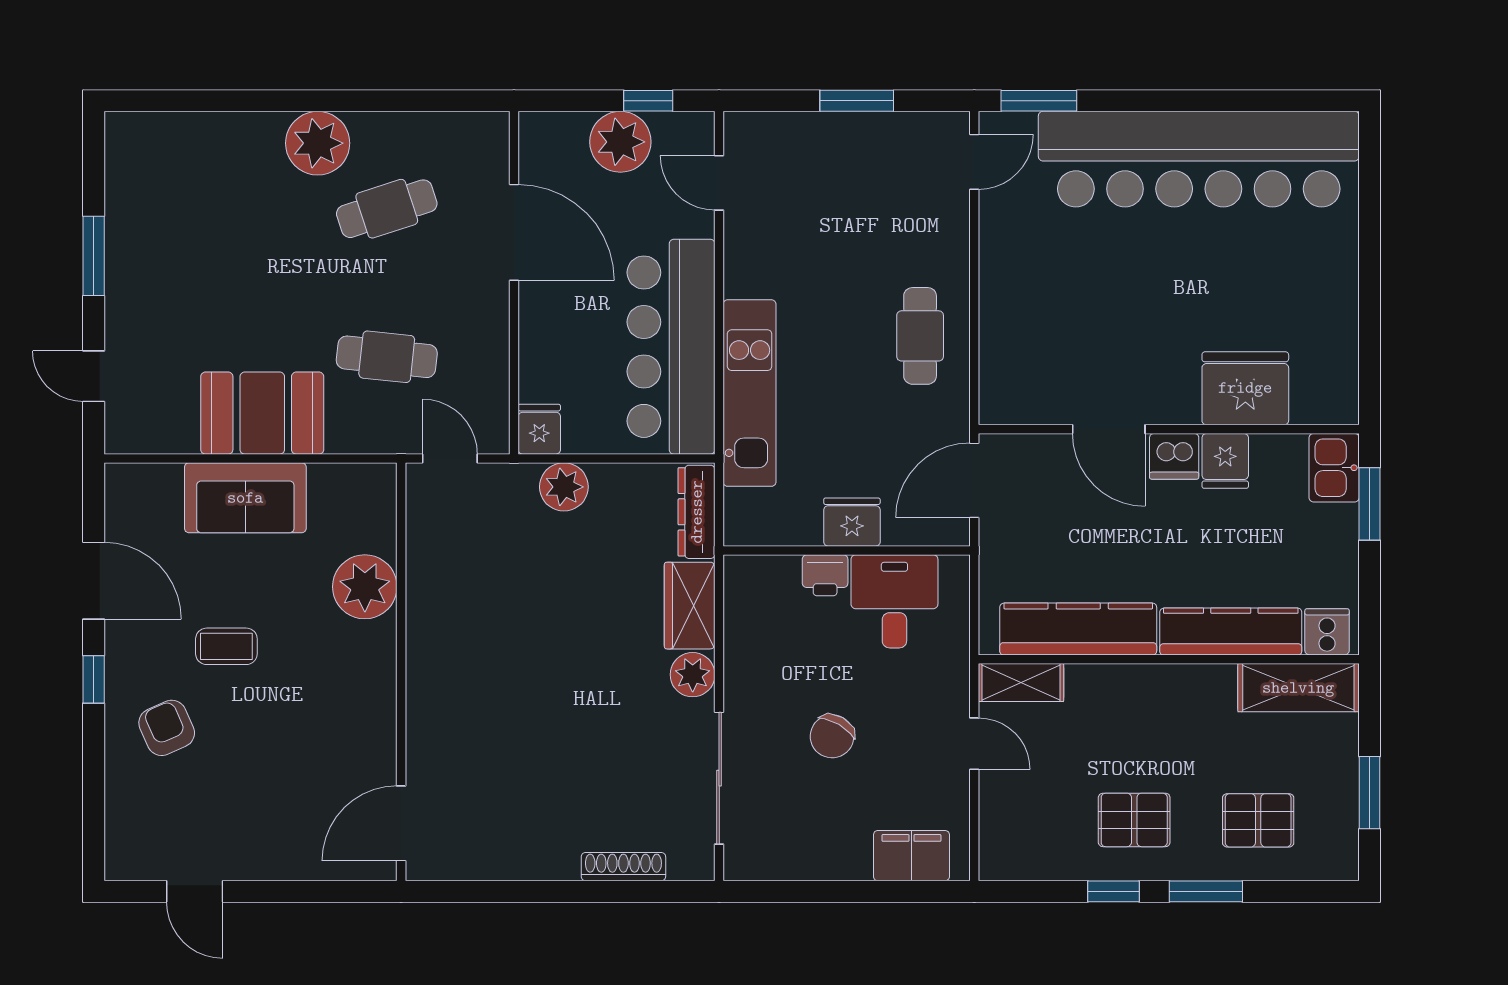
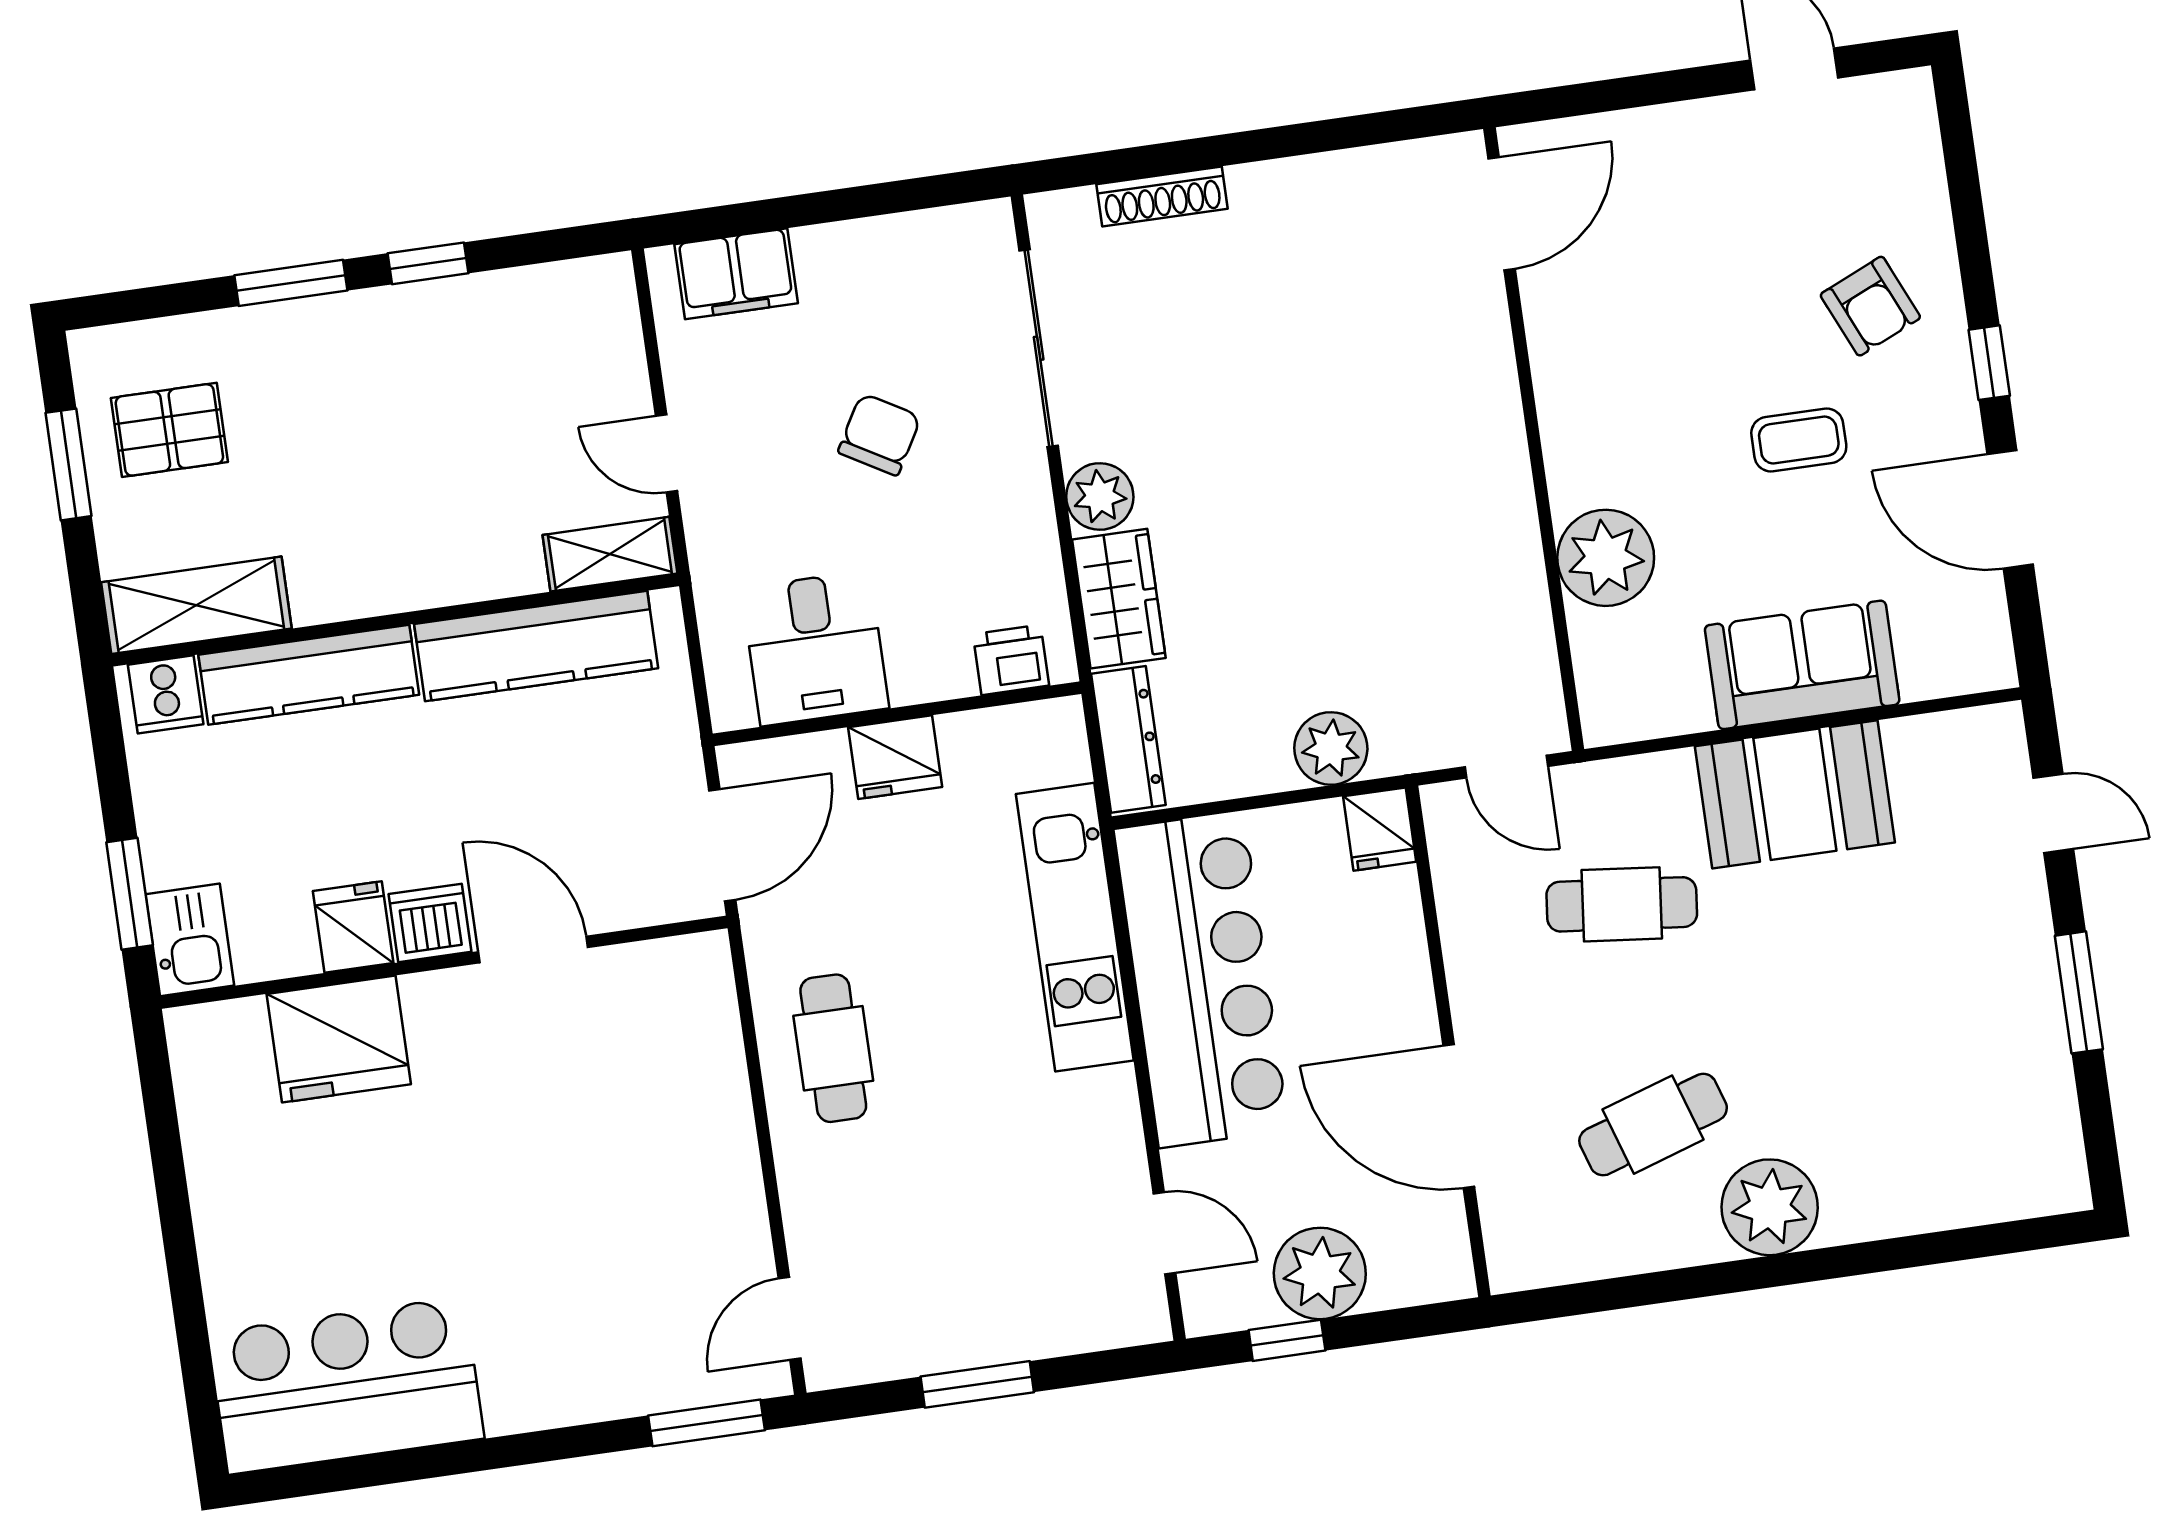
bar counter: (1199, 159) -> (346, 1386), width x0.54
printer: (825, 575) -> (1011, 660), moved
pallet: (1134, 820) -> (413, 374), removed
pallet: (1258, 820) -> (169, 430), moved

